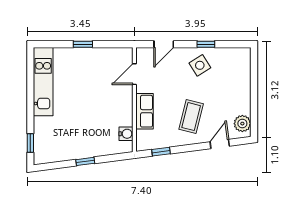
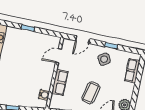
row of seats: (243, 73) -> (132, 71), added

